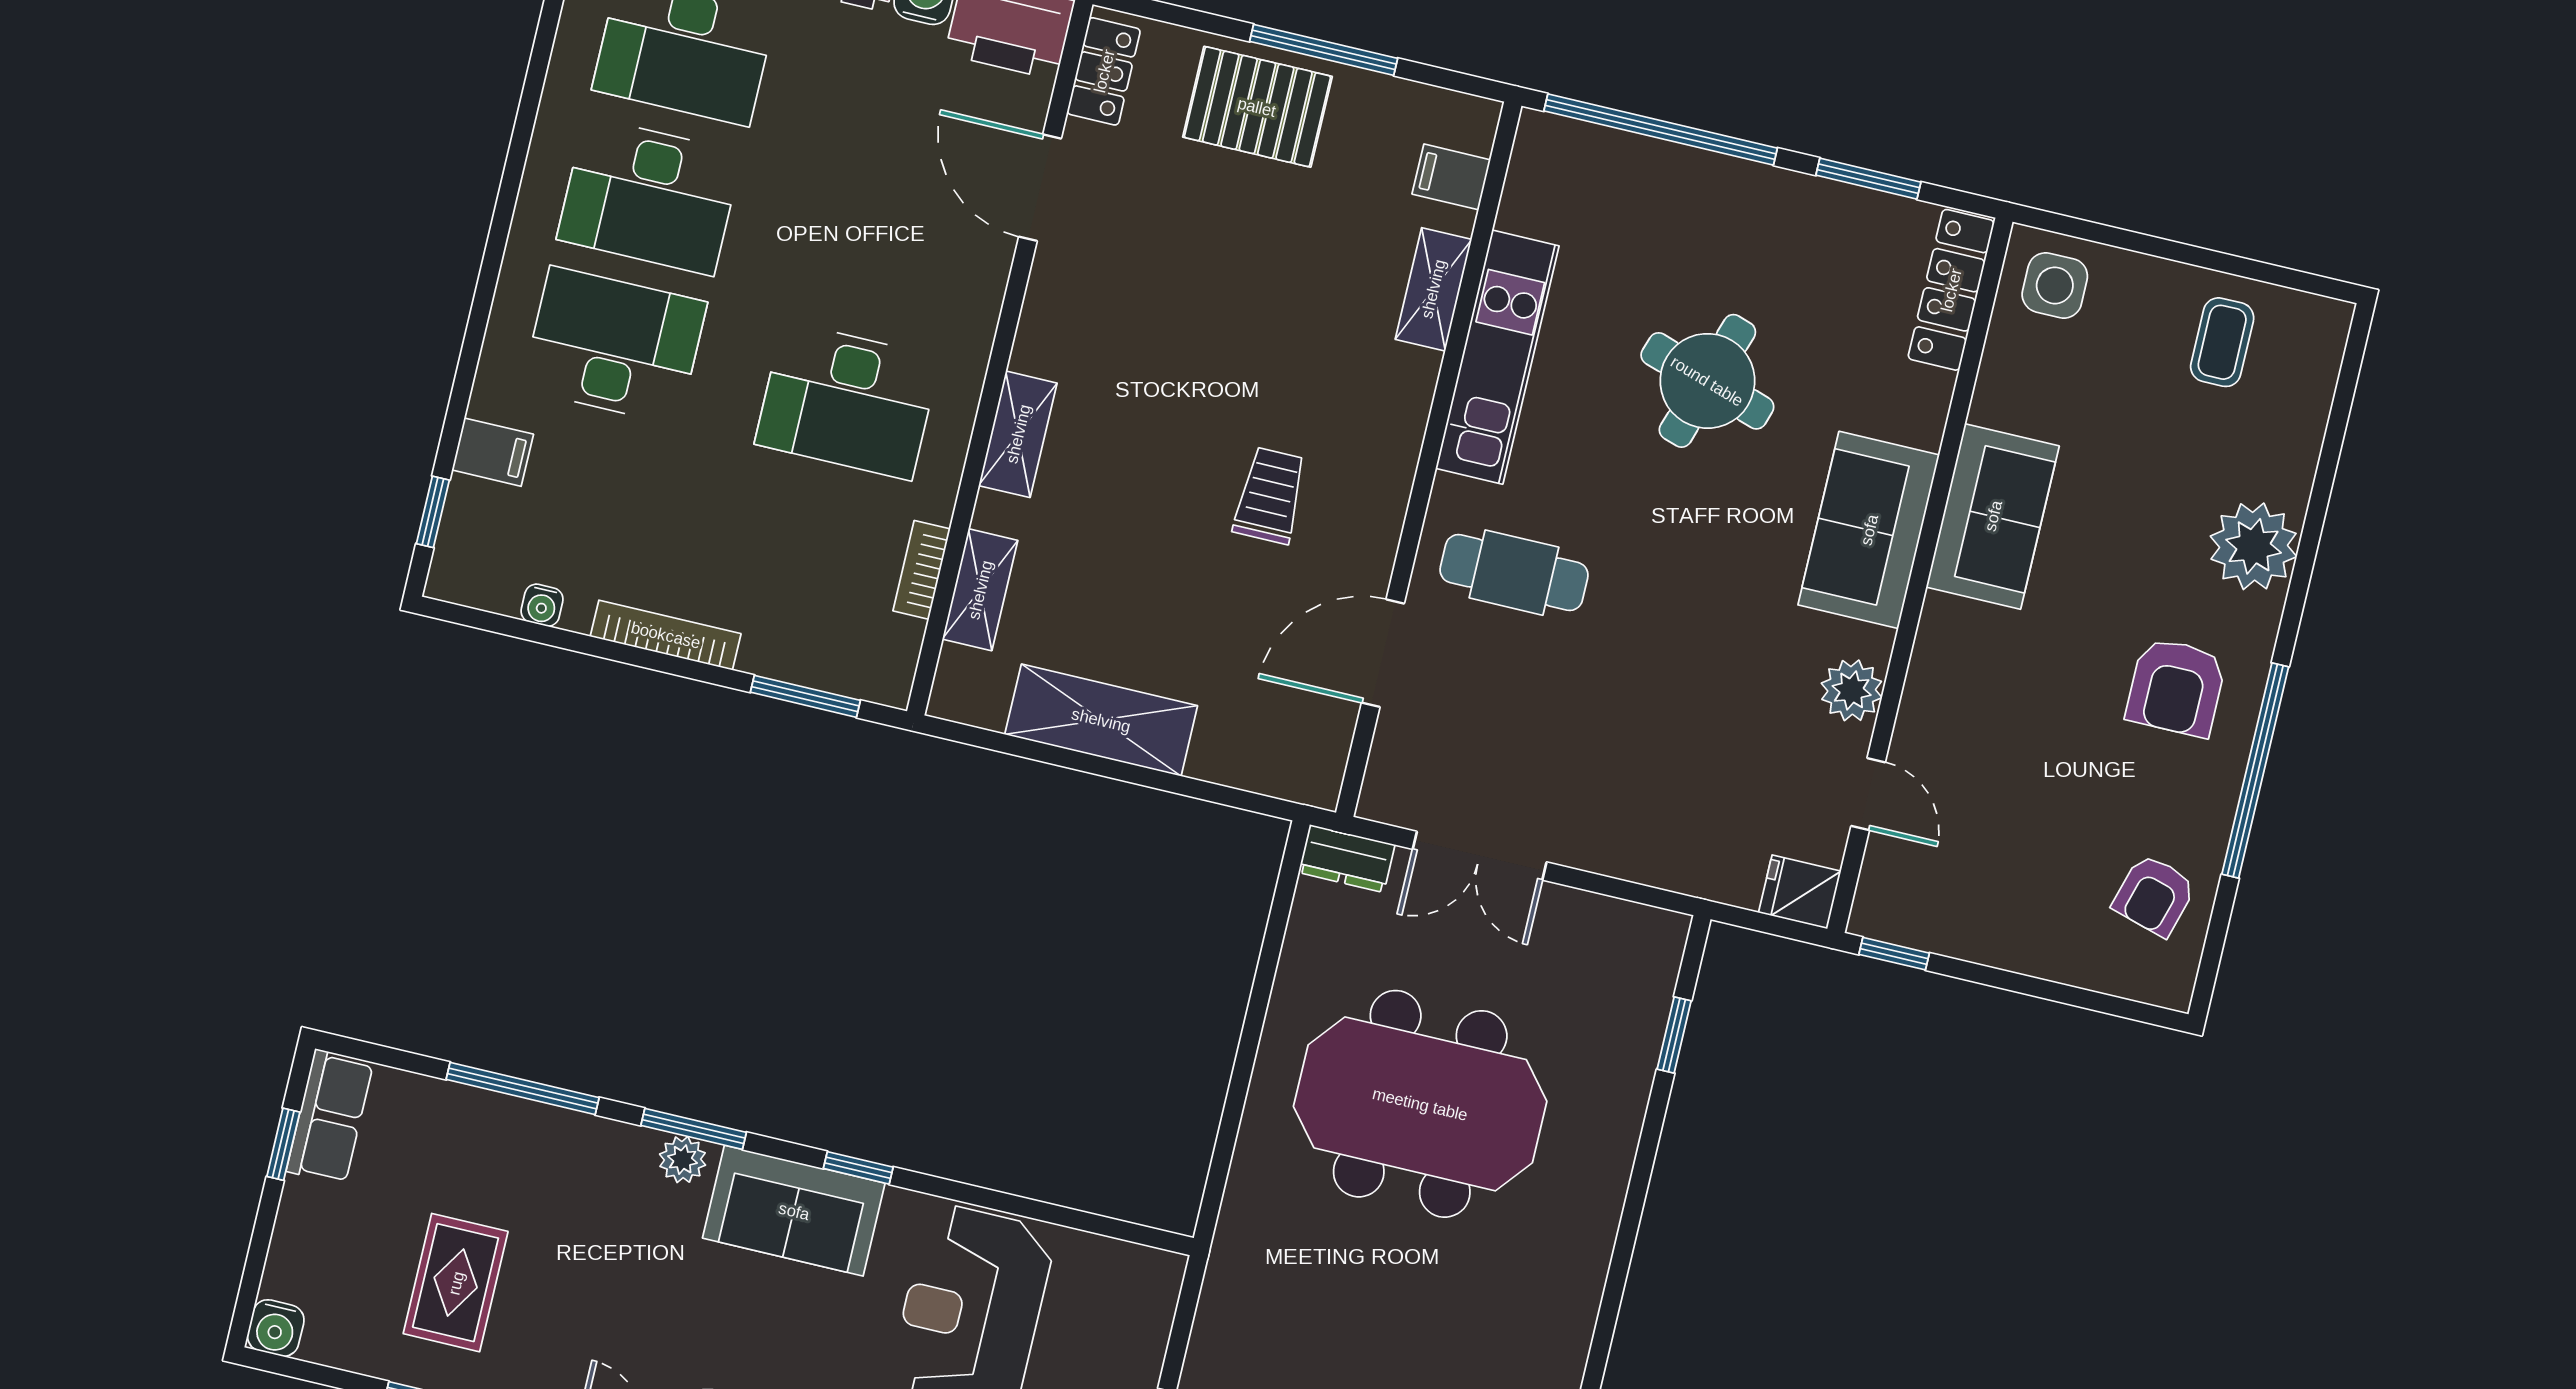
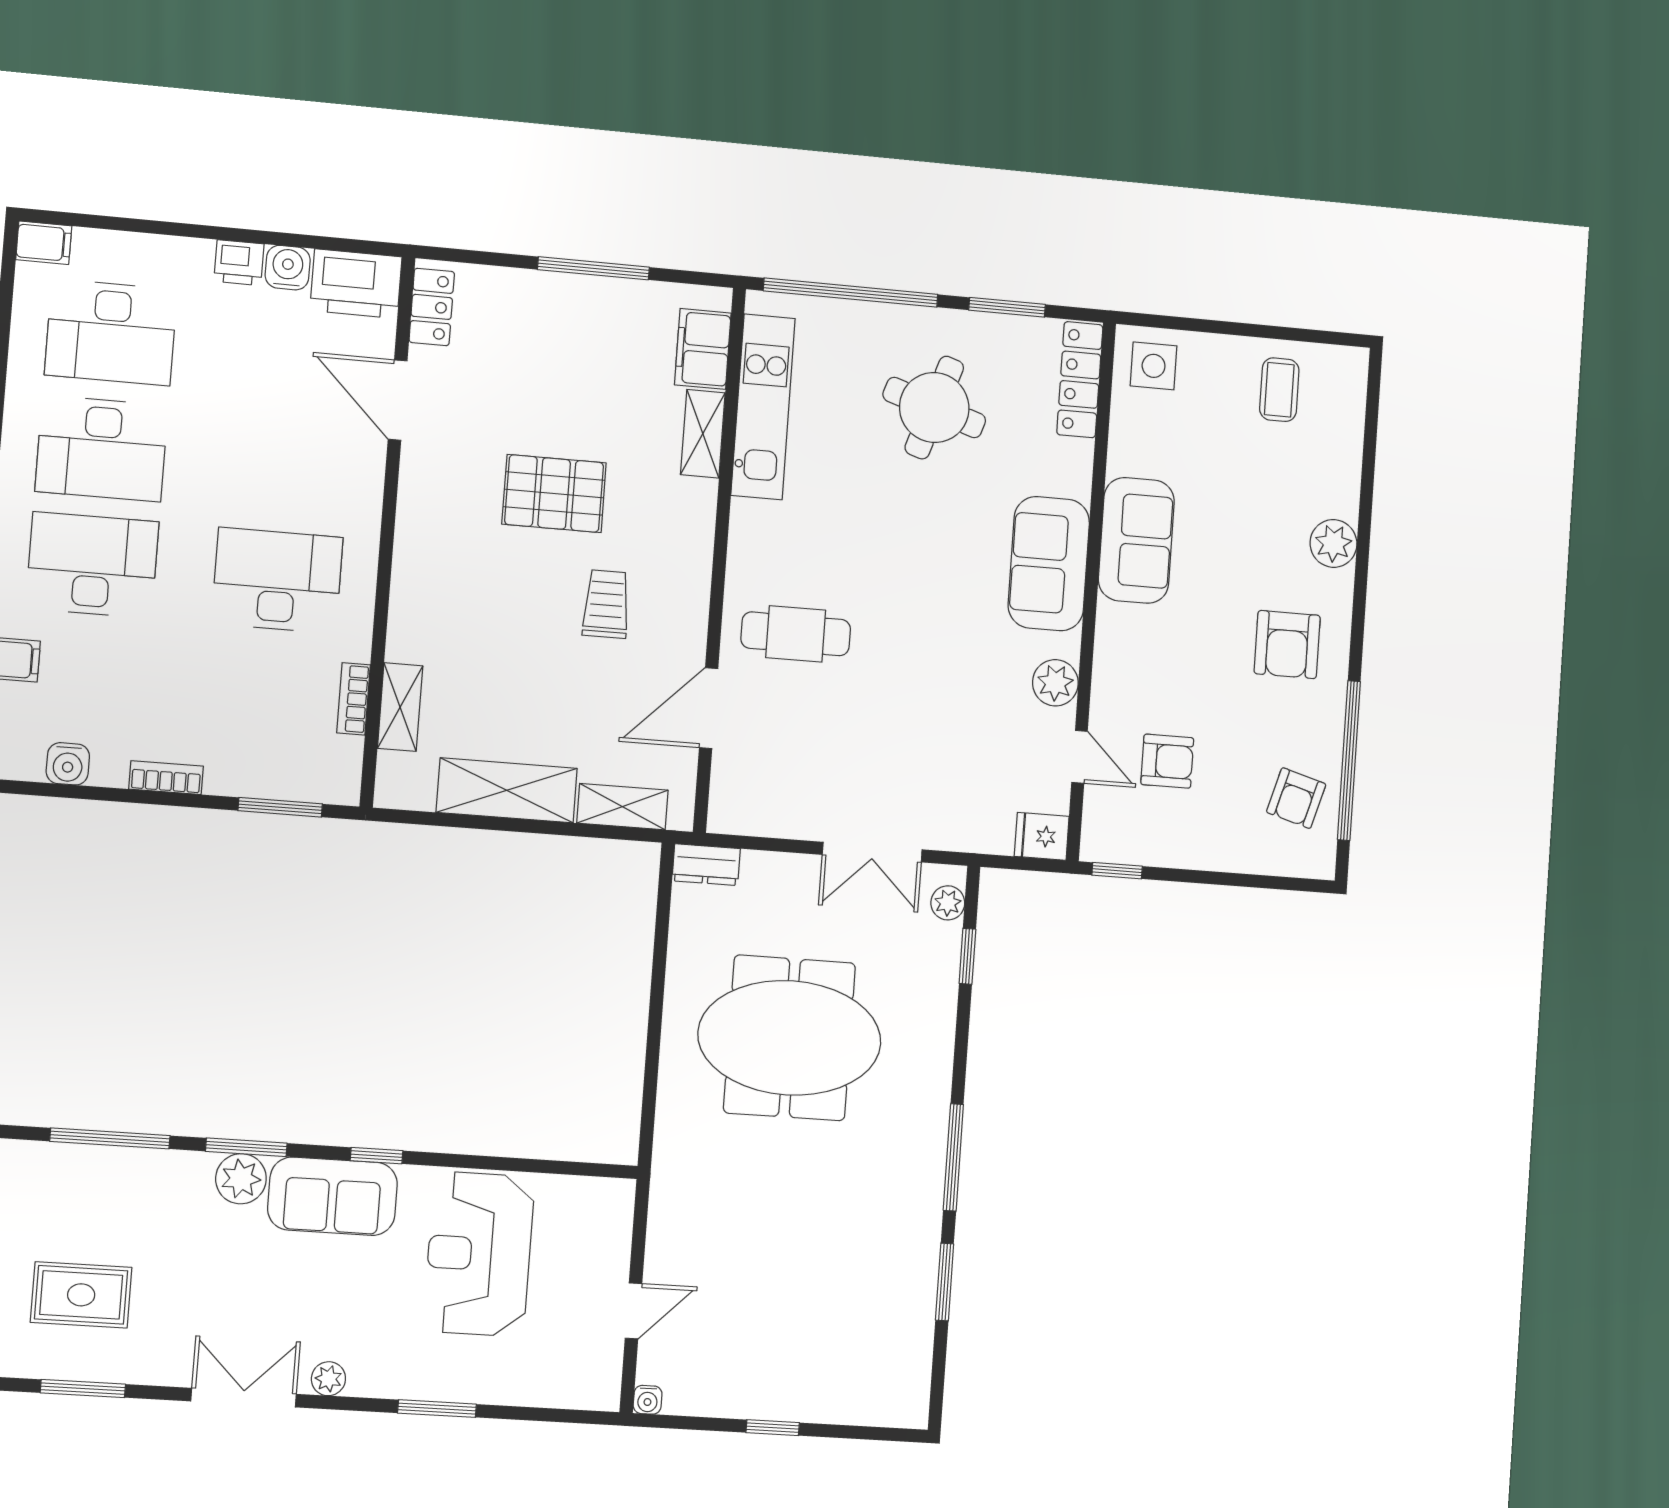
pallet: (1257, 107) -> (554, 494), moved
filing cabinet: (1451, 177) -> (703, 349), width x2.00
kitchen unit: (1497, 357) -> (763, 407), moved
round table: (1707, 381) -> (934, 408), moved
desk: (847, 401) -> (277, 580), turned 180
shelving: (1018, 434) -> (622, 807), moved, turned 90
plant: (2254, 546) -> (1333, 543), width x0.73, depth x0.73
water cooler: (542, 605) -> (68, 764), width x1.38, depth x1.38
bookcase: (666, 635) -> (166, 778), width x0.64
window: (2255, 771) -> (1349, 761), moved
armchair: (1986, 818) -> (1167, 761), added
double door: (1480, 856) -> (872, 852), moved
plant: (1659, 960) -> (948, 903), added
plant: (683, 1160) -> (241, 1179), width x1.38, depth x1.38
rug: (456, 1283) -> (81, 1295), turned 90
window: (1612, 1297) -> (953, 1157), added

